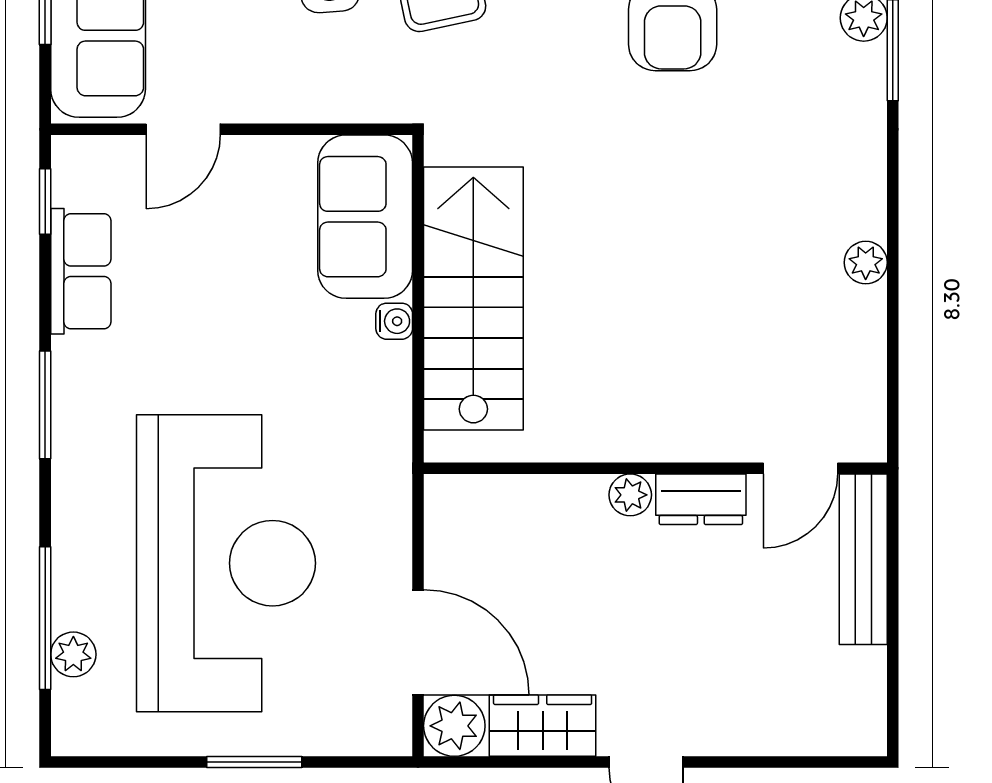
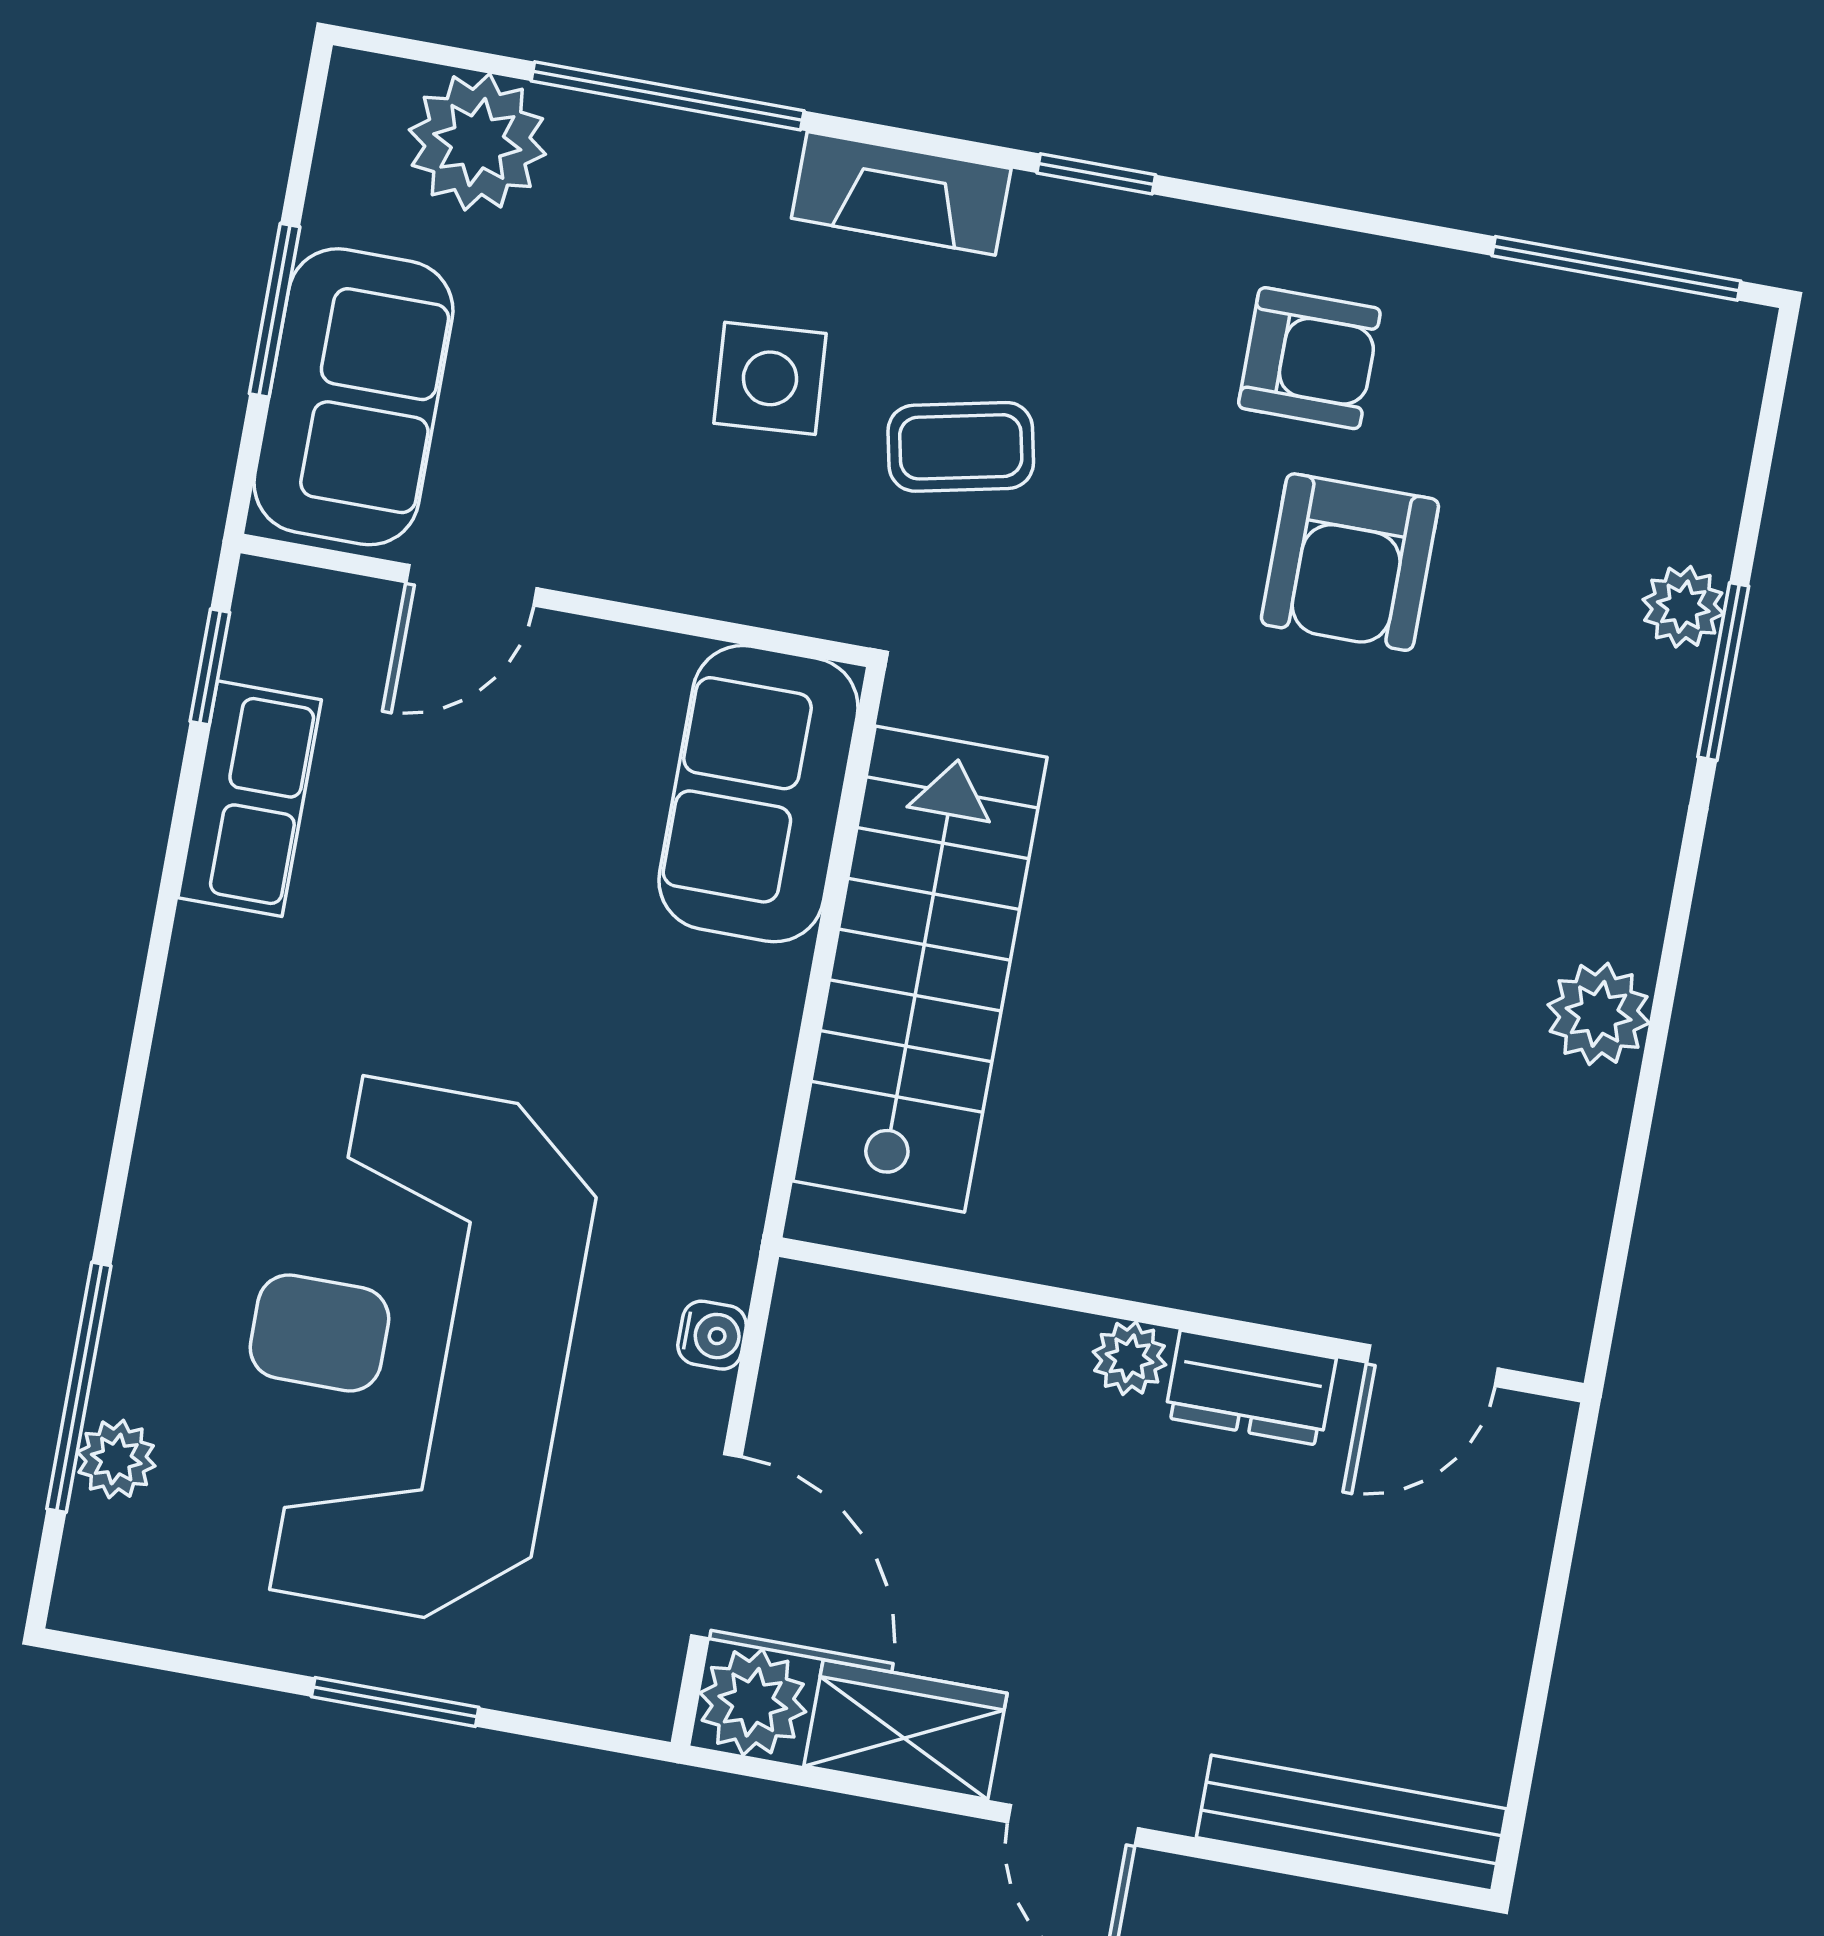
plant: (866, 263) -> (1599, 1014), width x1.38, depth x1.38
water cooler: (394, 321) -> (712, 1335), moved
window: (45, 405) -> (146, 1019), removed
bench: (863, 559) -> (1351, 1823), moved, turned 90
reception desk: (226, 563) -> (409, 1349), turned 180

